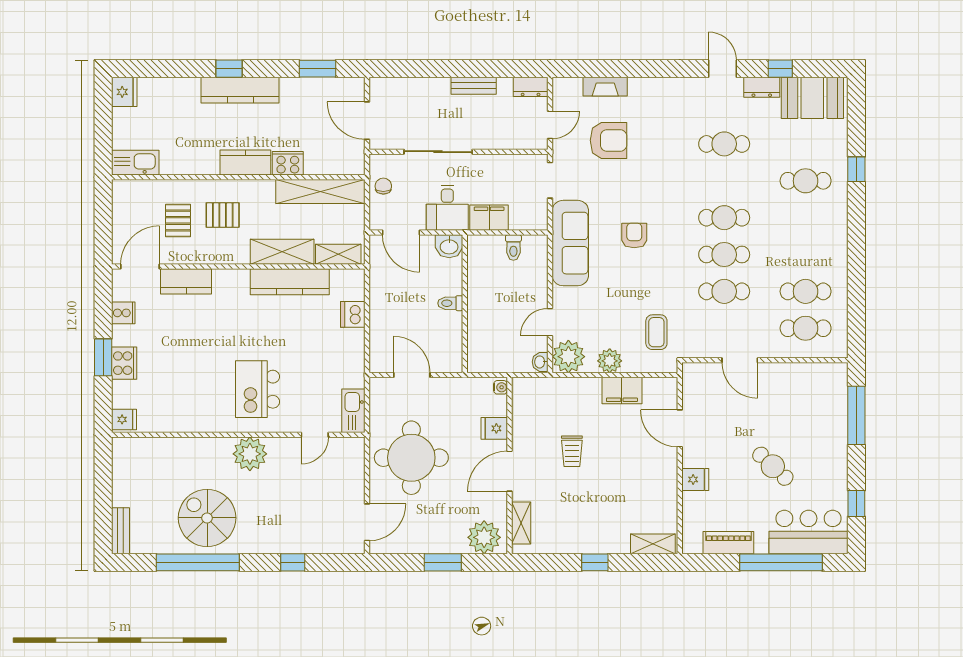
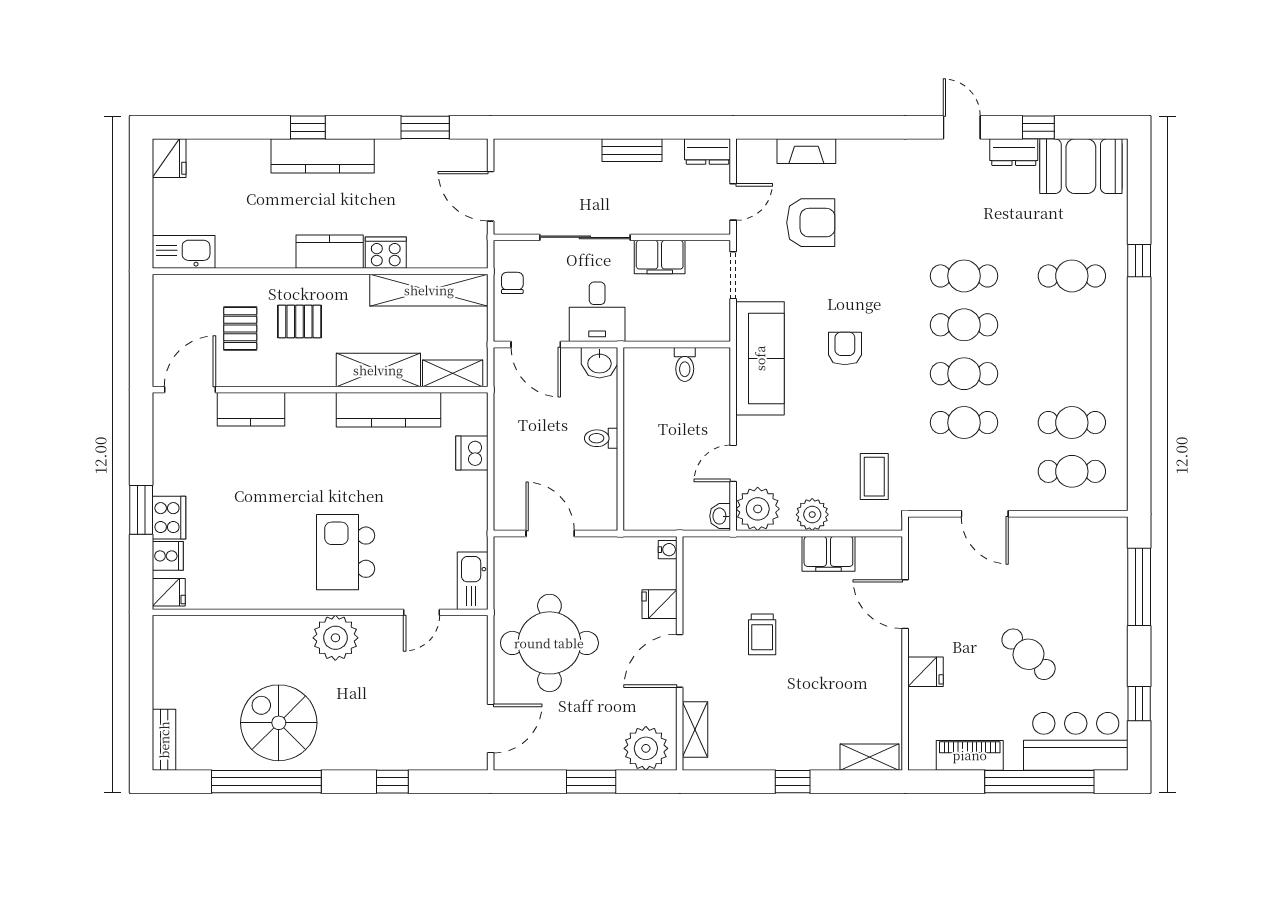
cafe table: (724, 144) -> (964, 276), moved
filing cabinet: (489, 218) -> (660, 257), moved, turned 180
cooker: (123, 313) -> (168, 556), moved

